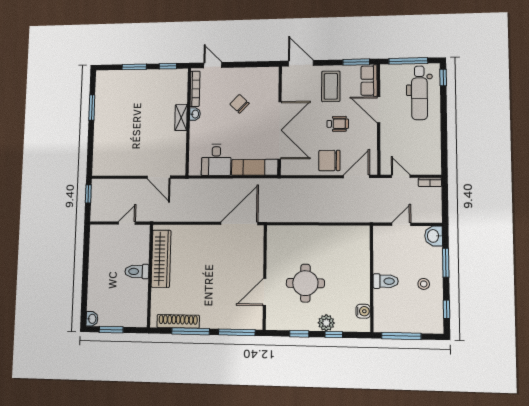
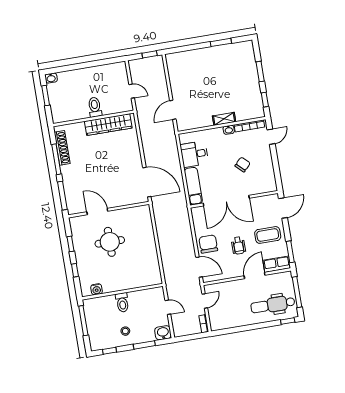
plant: (326, 323) -> (83, 263), removed

